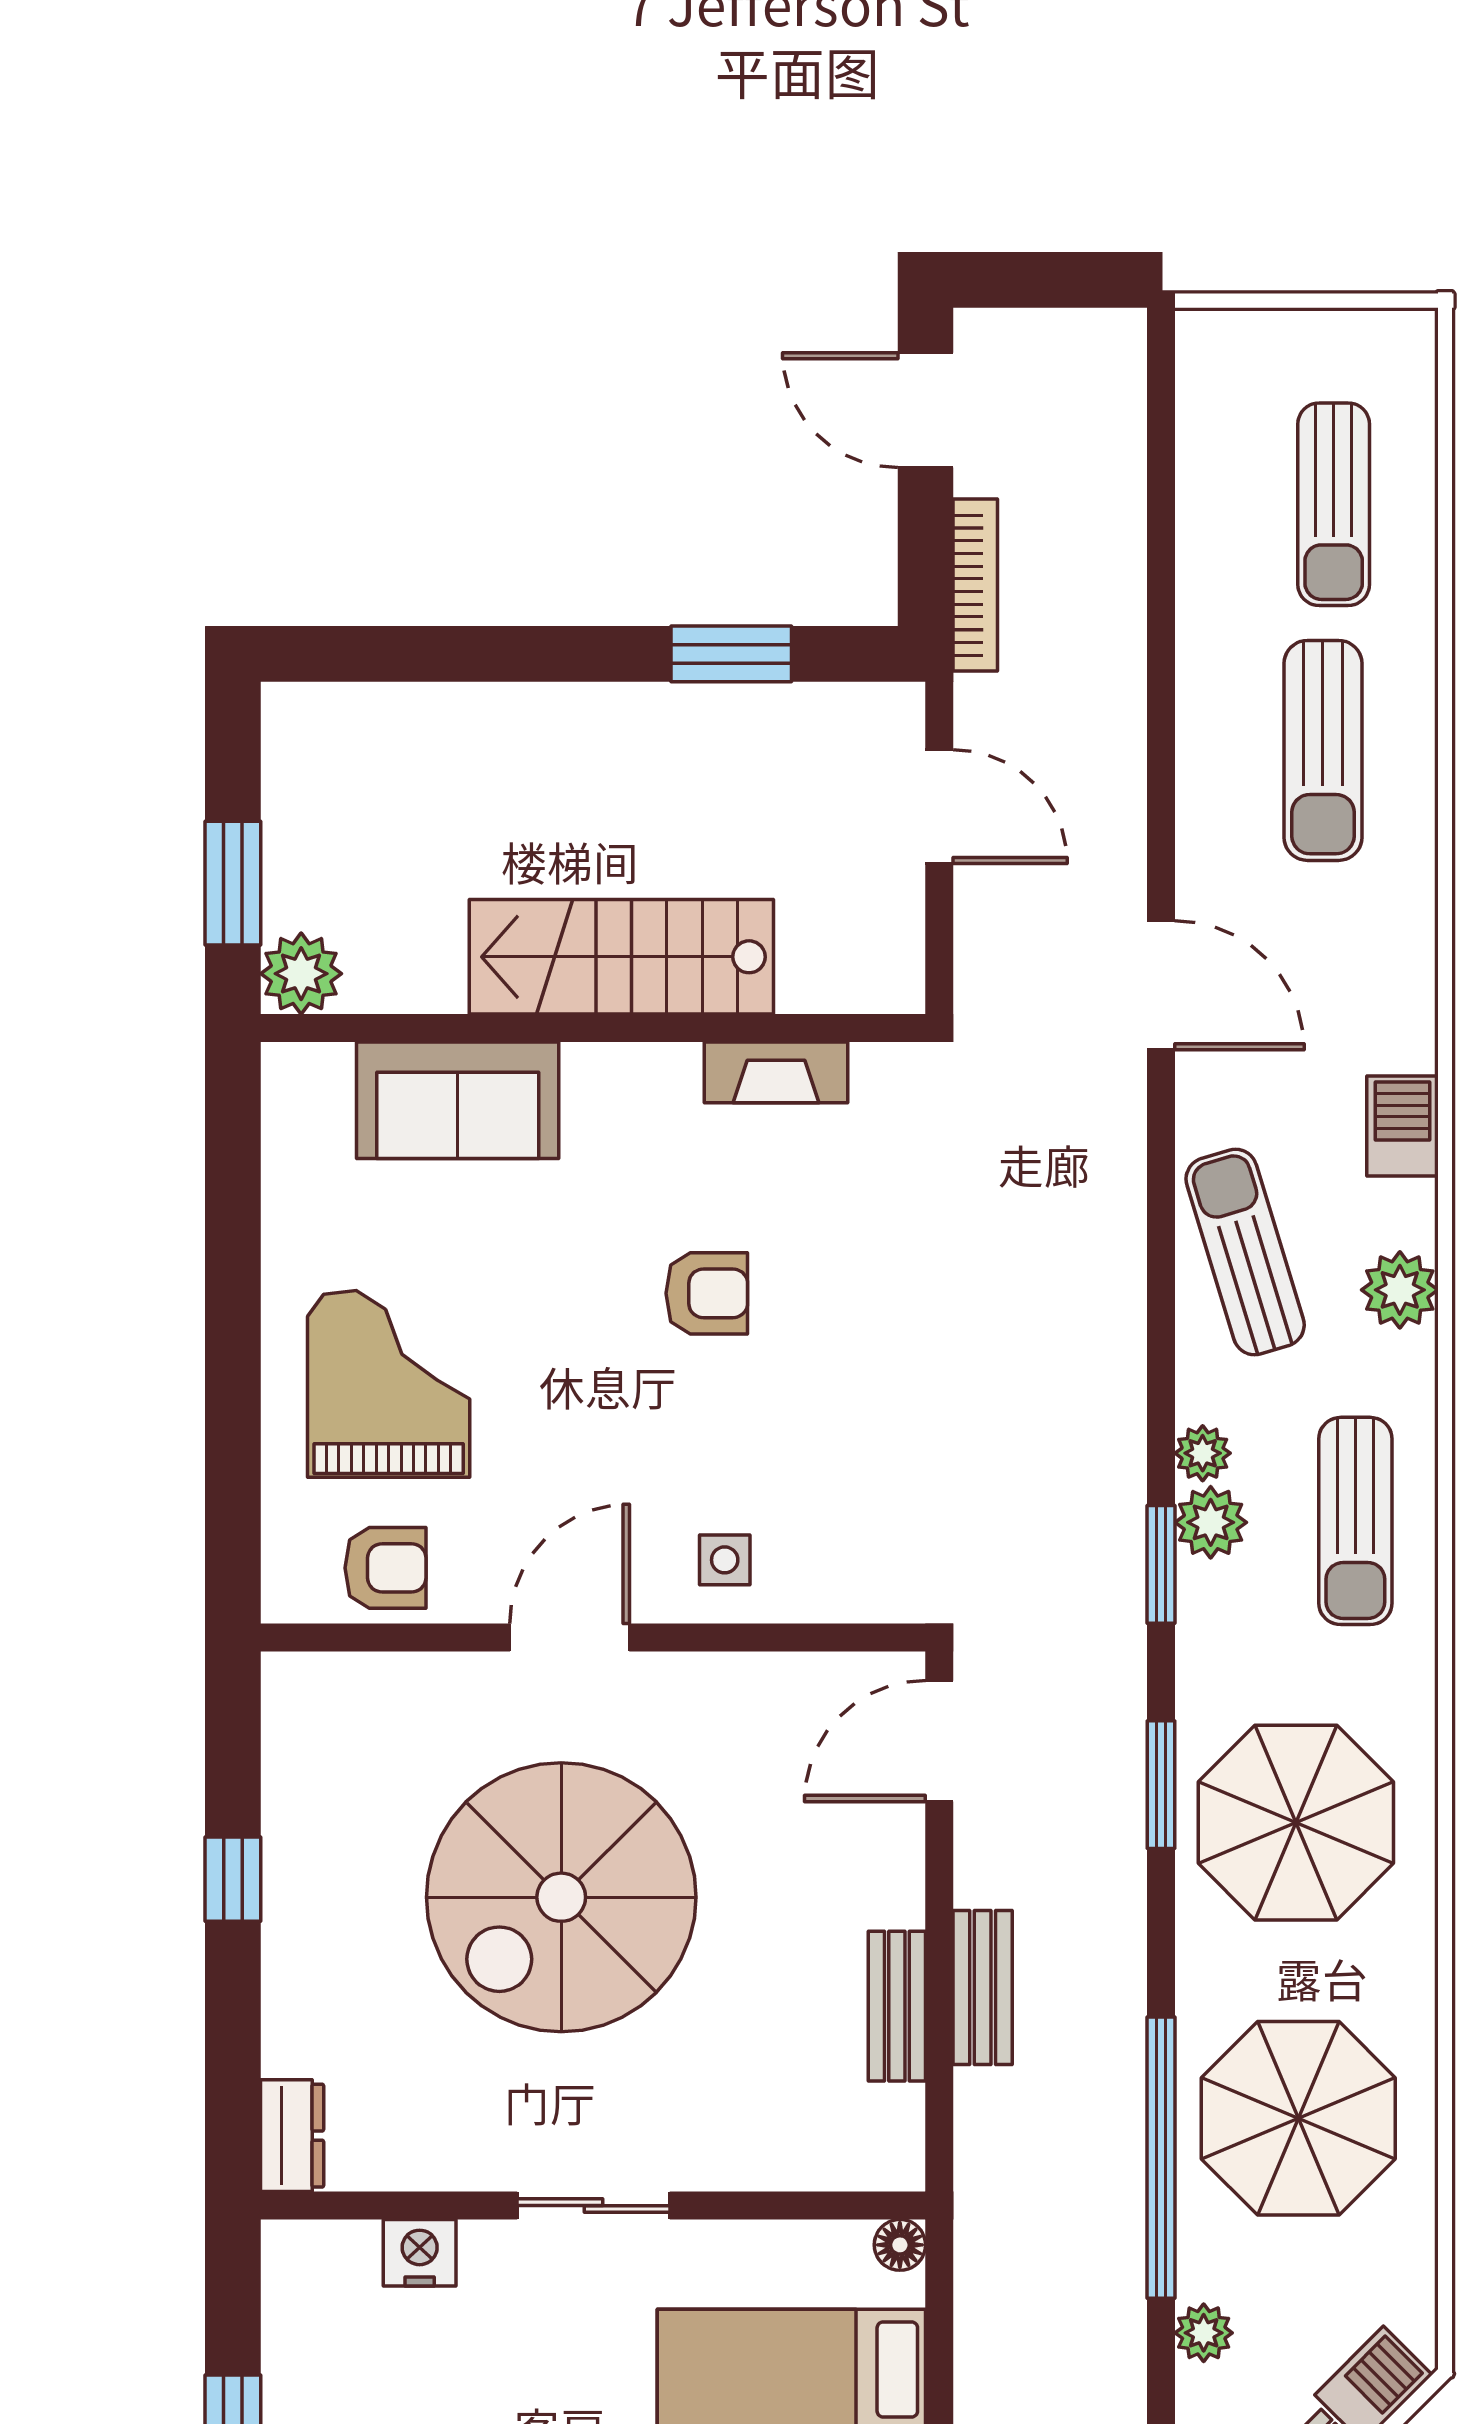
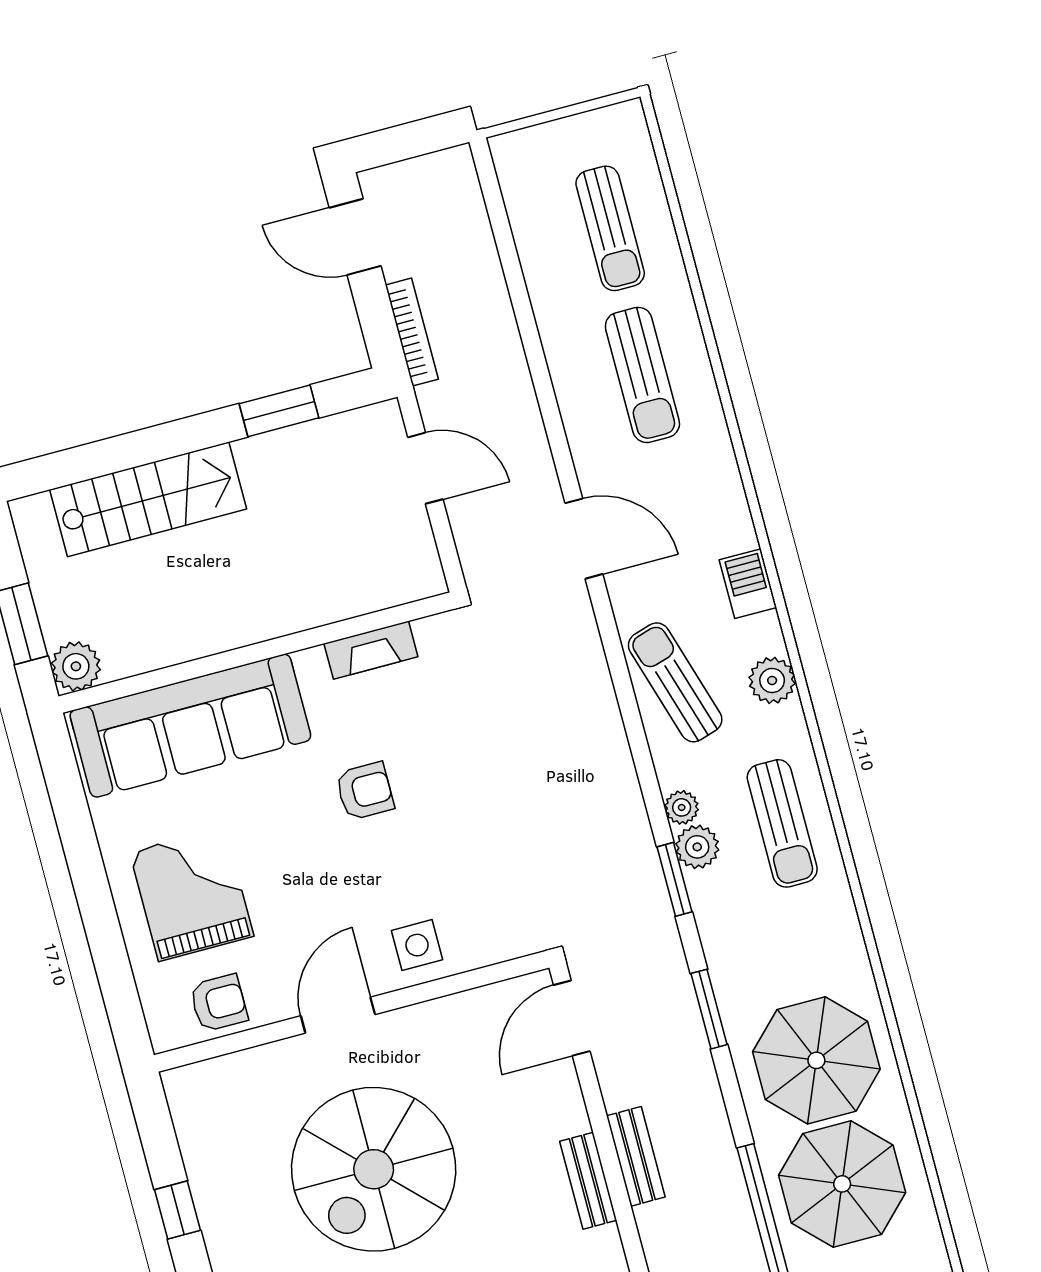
stairs: (621, 957) -> (148, 499), moved, turned 180
sofa: (458, 1100) -> (190, 726), width x1.85, depth x1.27
side table: (725, 1560) -> (417, 945), width x1.37, depth x1.37
parasol: (1296, 1823) -> (816, 1060), moved

